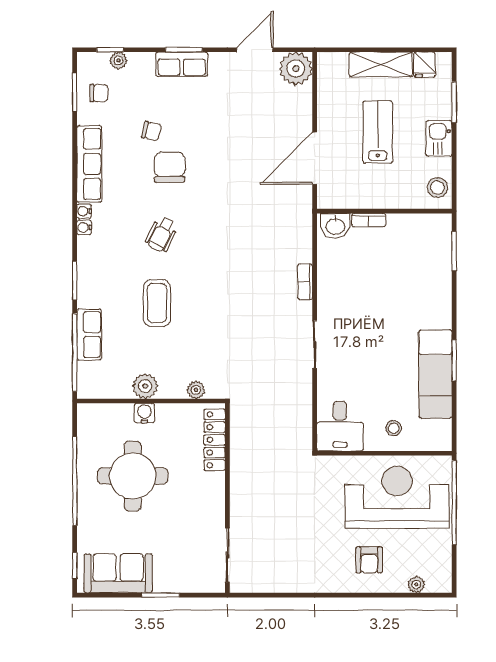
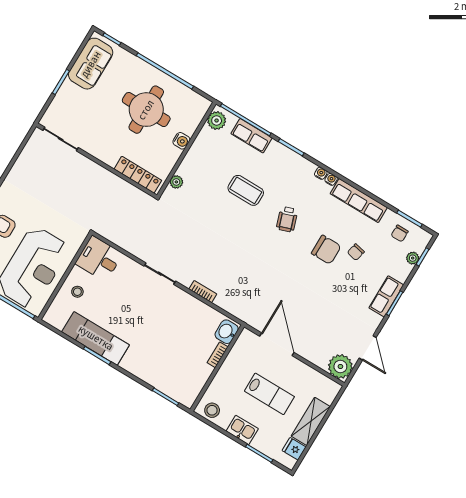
wheelchair: (162, 234) -> (287, 219), turned -135
plant: (145, 386) -> (217, 121), moved

